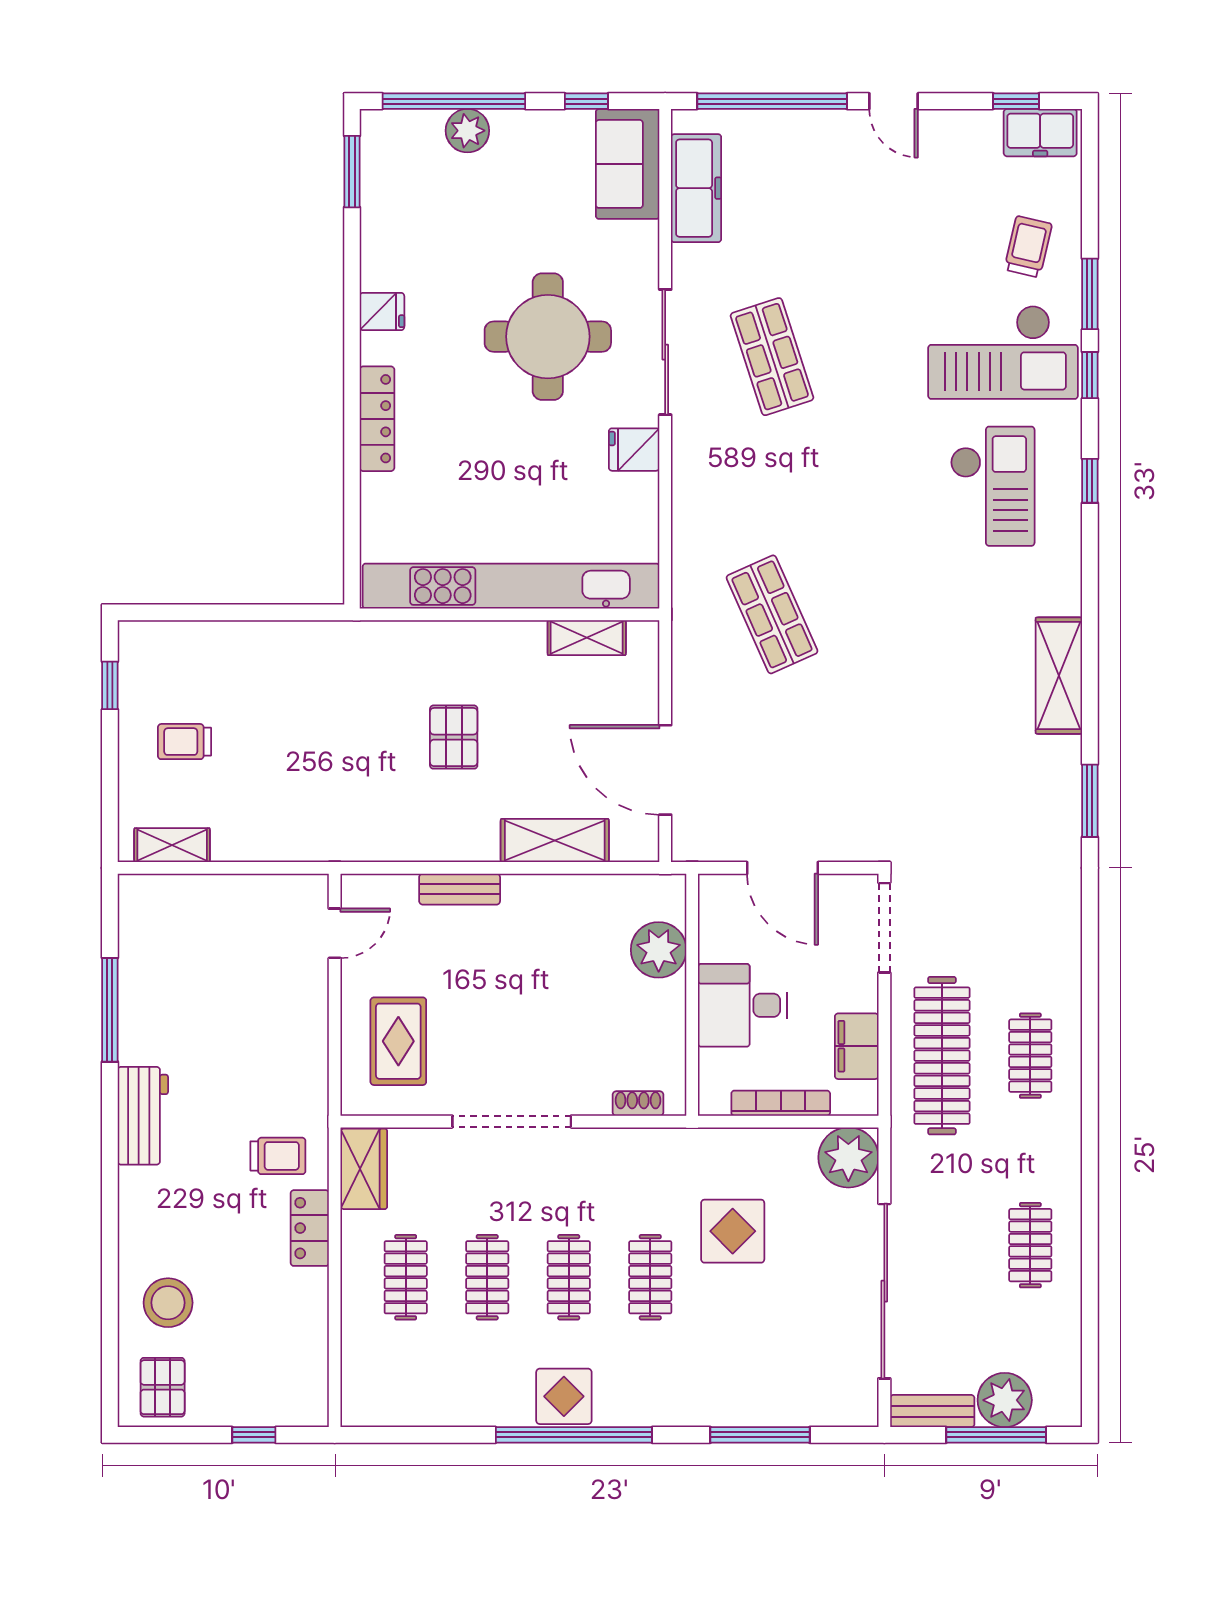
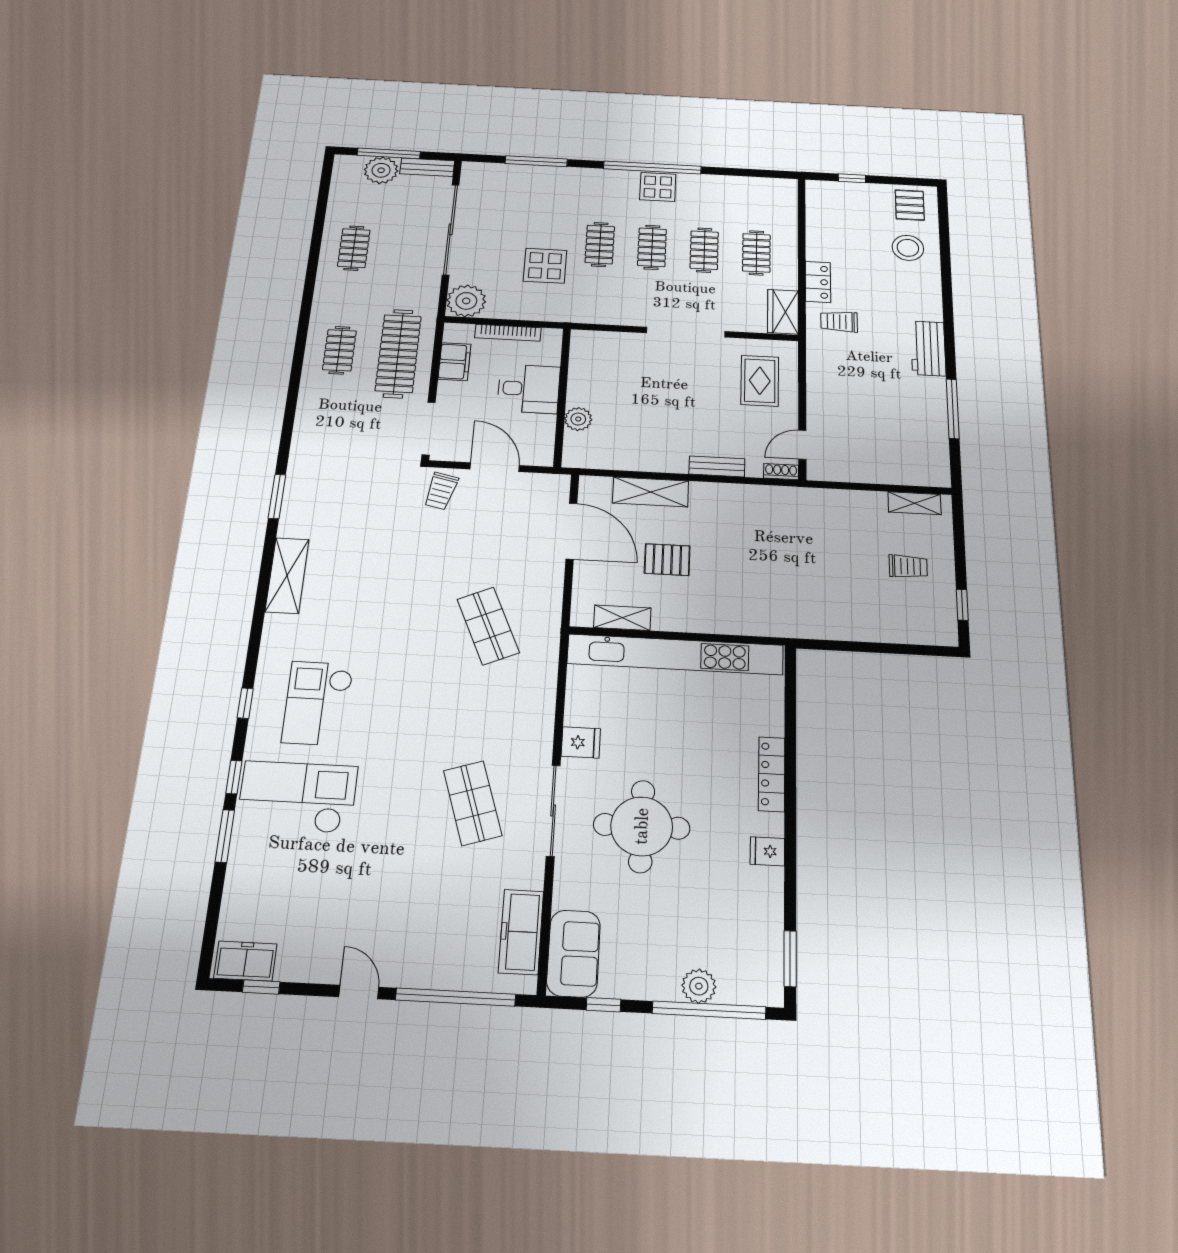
trolley: (1028, 247) -> (441, 491), moved
pallet: (454, 737) -> (667, 560), moved, turned 90
plant: (659, 950) -> (578, 419), width x0.73, depth x0.73
shoe rack: (638, 1104) -> (781, 472), moved, turned 180

